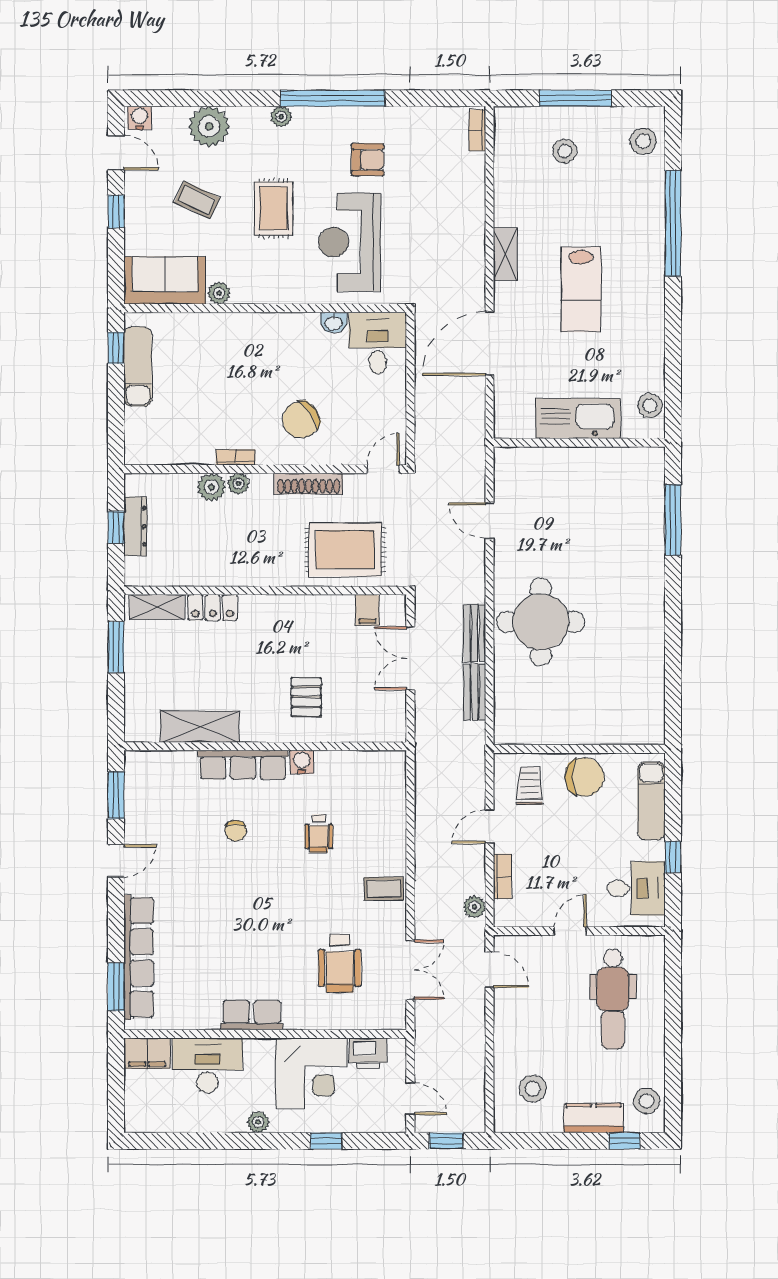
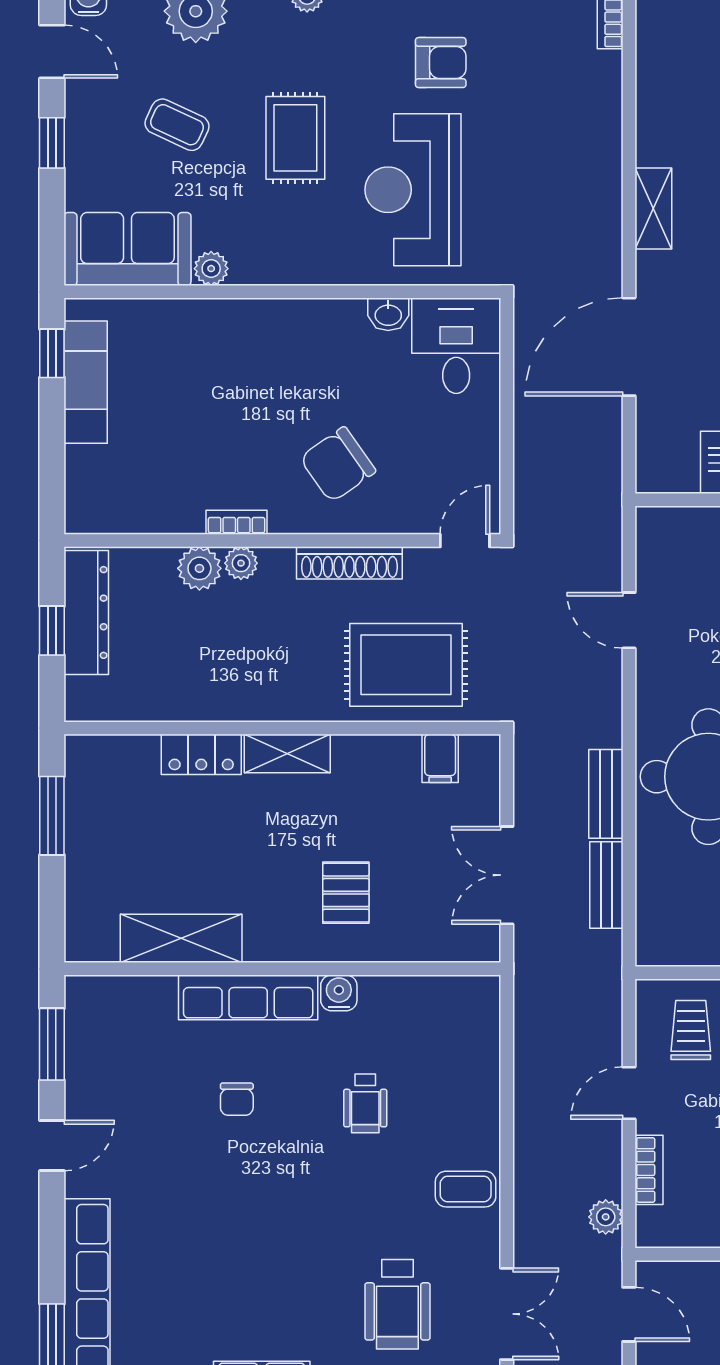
dresser: (135, 526) -> (86, 612), width x1.37, depth x1.24
shelving: (157, 607) -> (287, 754), moved
double door: (410, 658) -> (507, 875), moved

